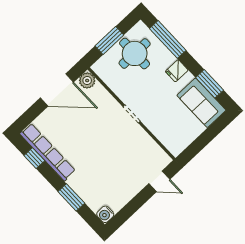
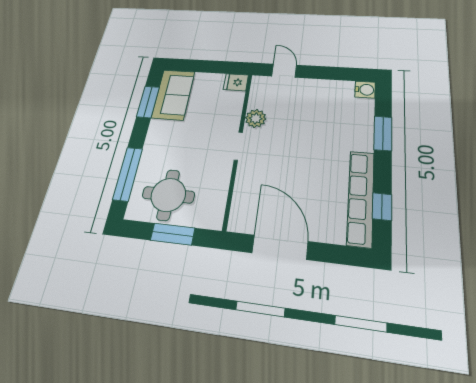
fridge: (177, 71) -> (236, 82), moved, turned 180
plant: (87, 81) -> (256, 118), moved

